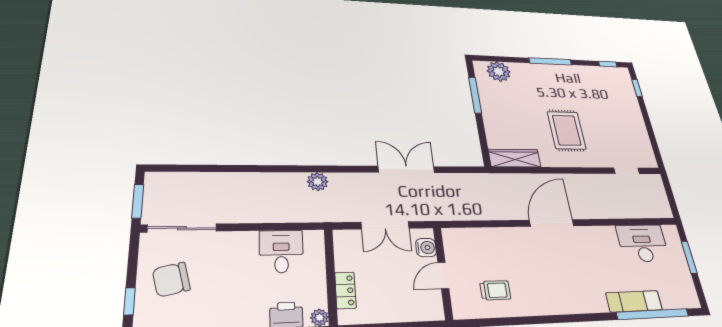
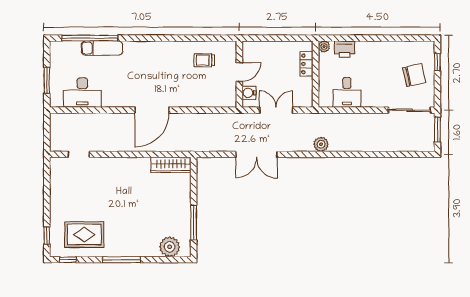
rug: (567, 130) -> (84, 235), moved, turned 90

